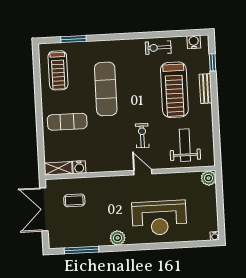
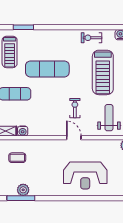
exercise mat: (106, 89) -> (47, 69), turned 90
plant: (118, 238) -> (23, 190), moved

